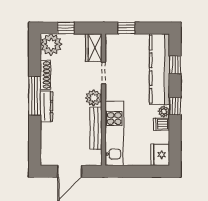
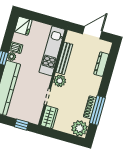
window: (66, 28) -> (65, 137), removed
window: (35, 96) -> (97, 110), moved
dresser: (46, 106) -> (101, 64), moved

